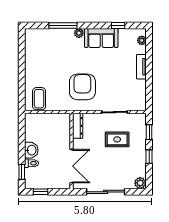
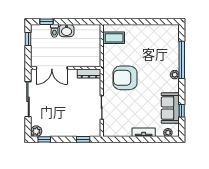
window: (63, 25) -> (182, 60), width x1.46
sofa: (101, 38) -> (170, 108), moved
armchair: (82, 87) -> (125, 78), turned 180
rug: (117, 139) -> (77, 110), removed
window: (149, 157) -> (44, 139), moved

